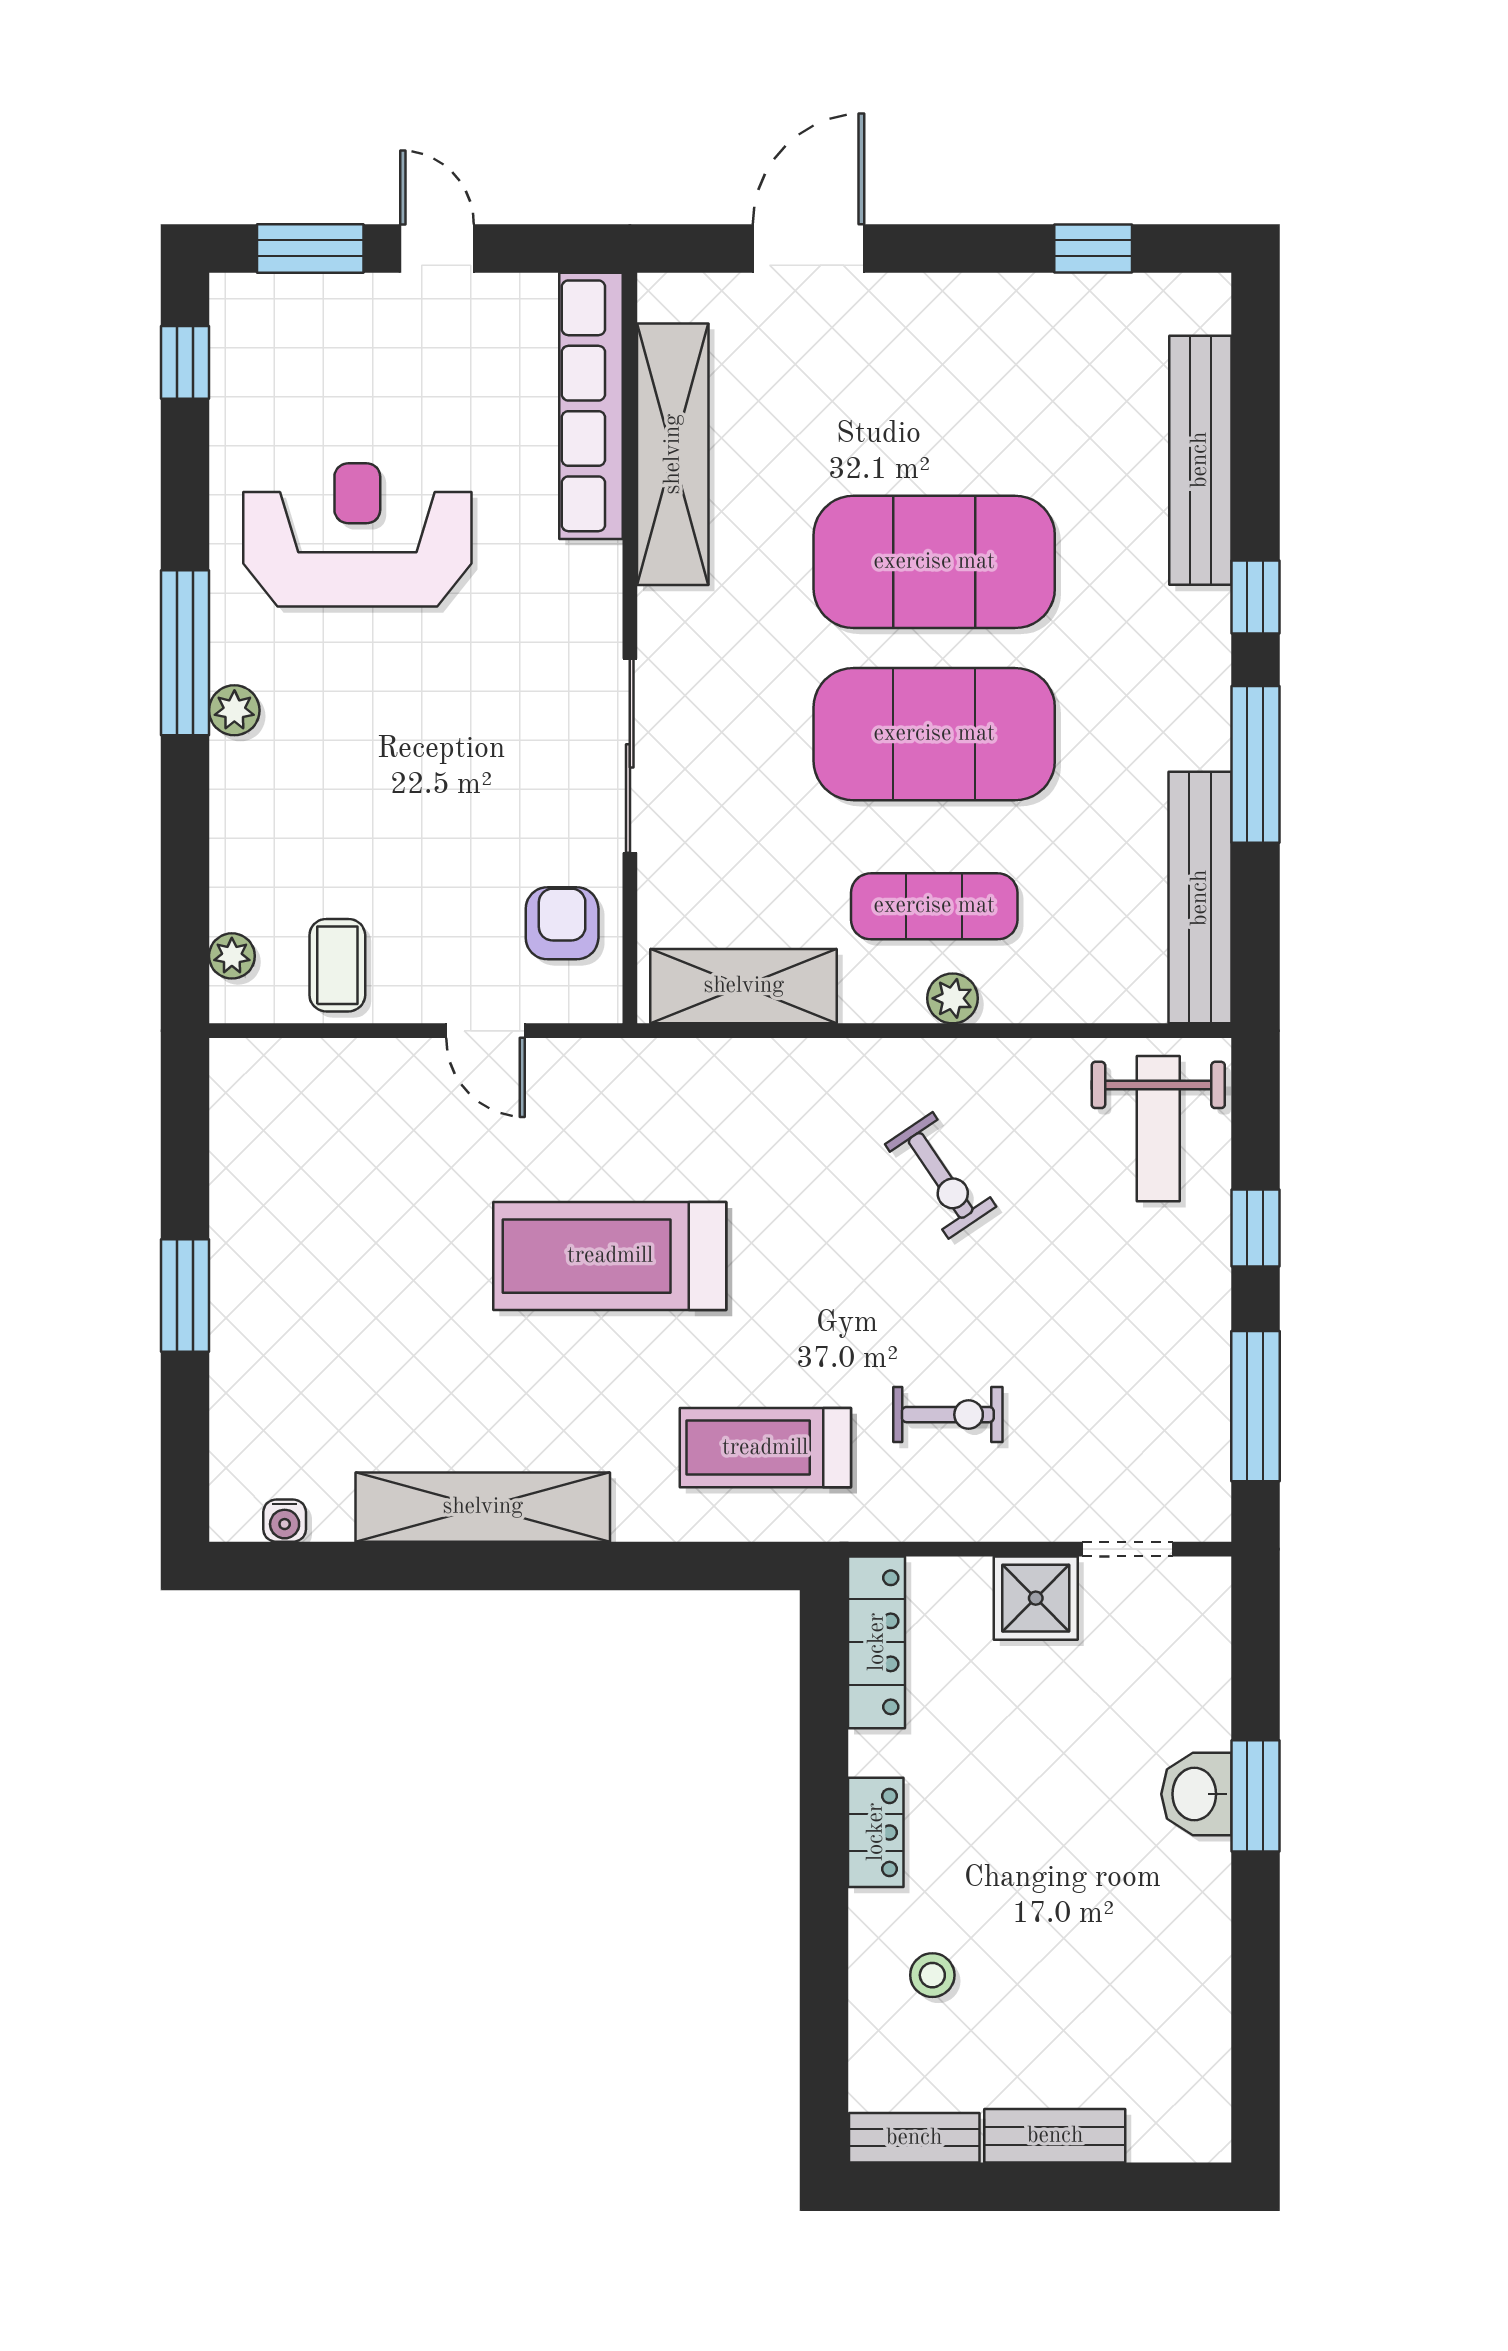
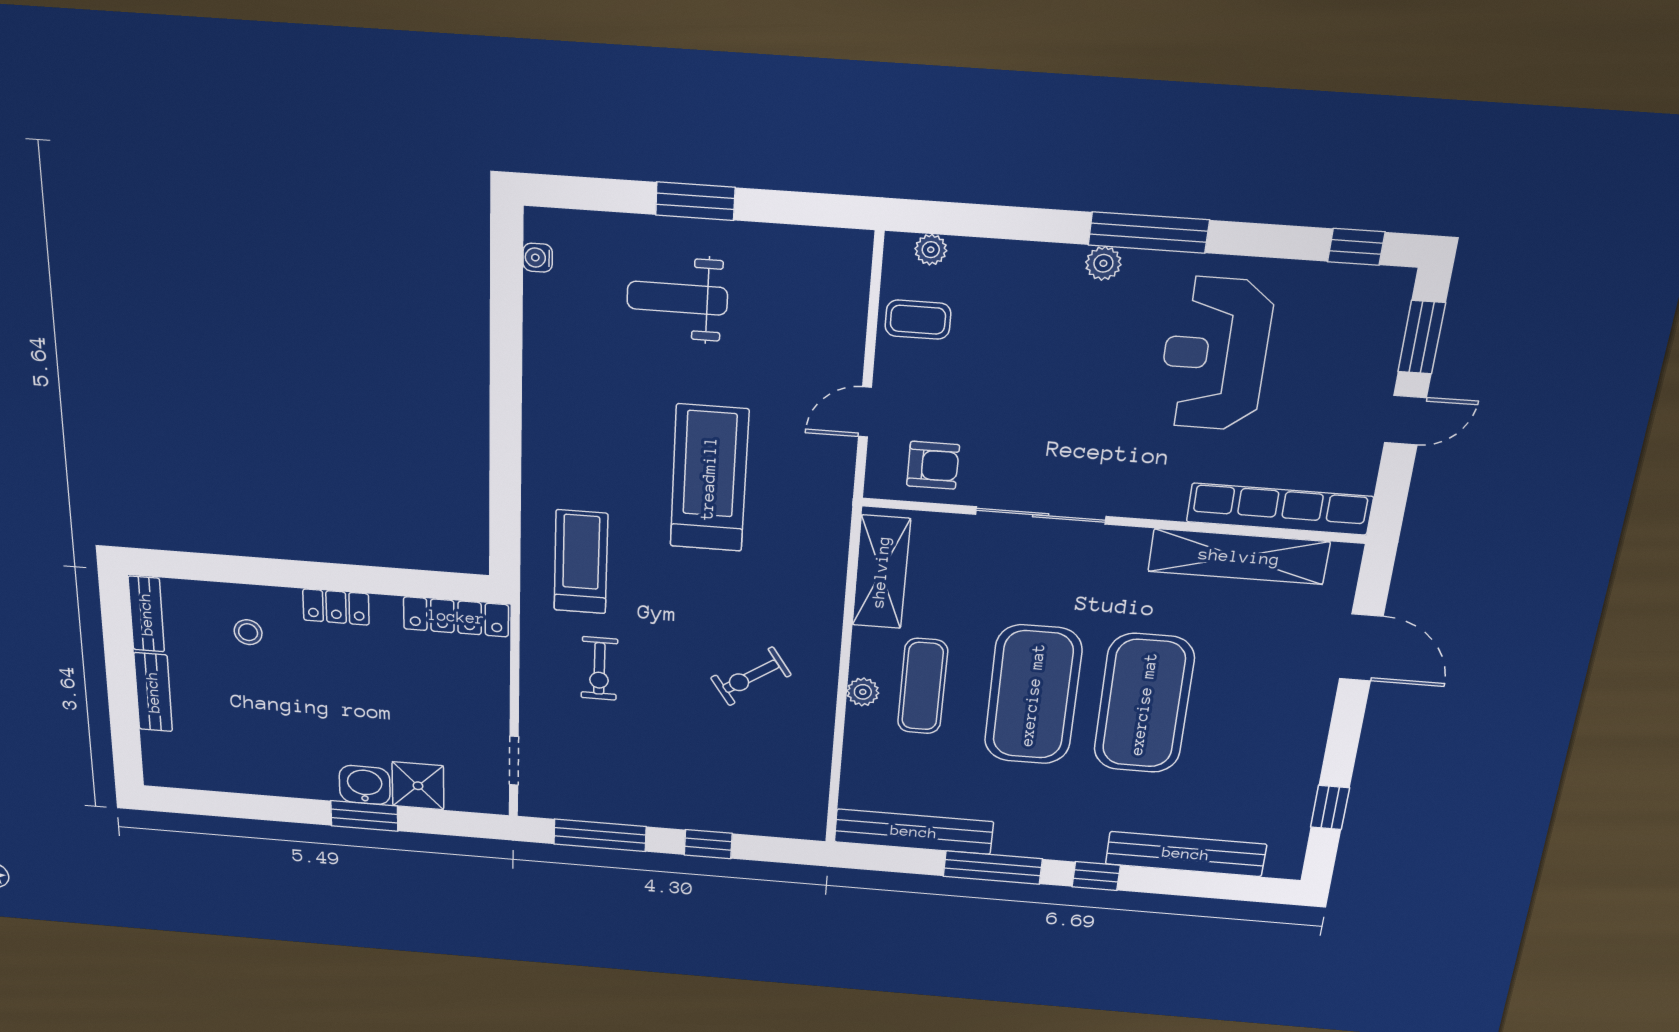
reception desk: (357, 535) -> (1215, 354), turned 180
weight bench: (1158, 1129) -> (677, 298), moved
shelving: (483, 1507) -> (545, 387), removed
shower: (1036, 1598) -> (418, 786), moved

